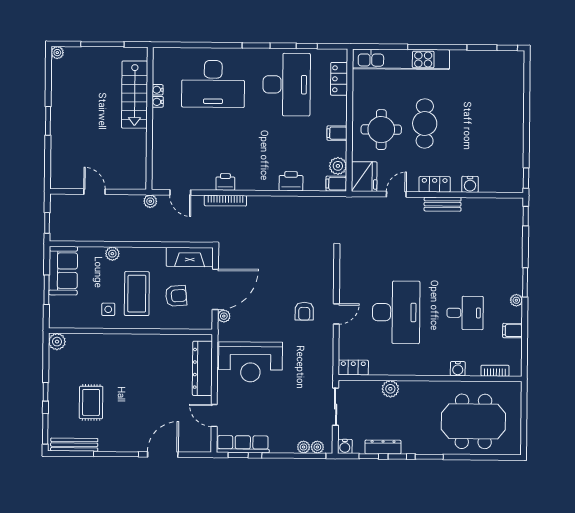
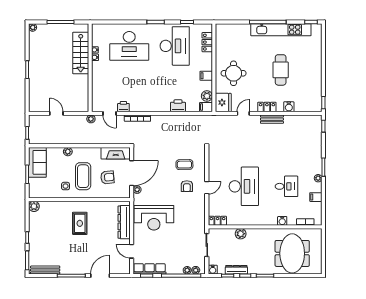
kitchen unit: (401, 59) -> (281, 30), moved
cafe table: (425, 124) -> (281, 70), moved
printer: (225, 182) -> (123, 107), moved
coffee table: (301, 276) -> (184, 165), added
rug: (91, 402) -> (80, 223), moved
meeting table: (473, 421) -> (292, 253), turned 90

